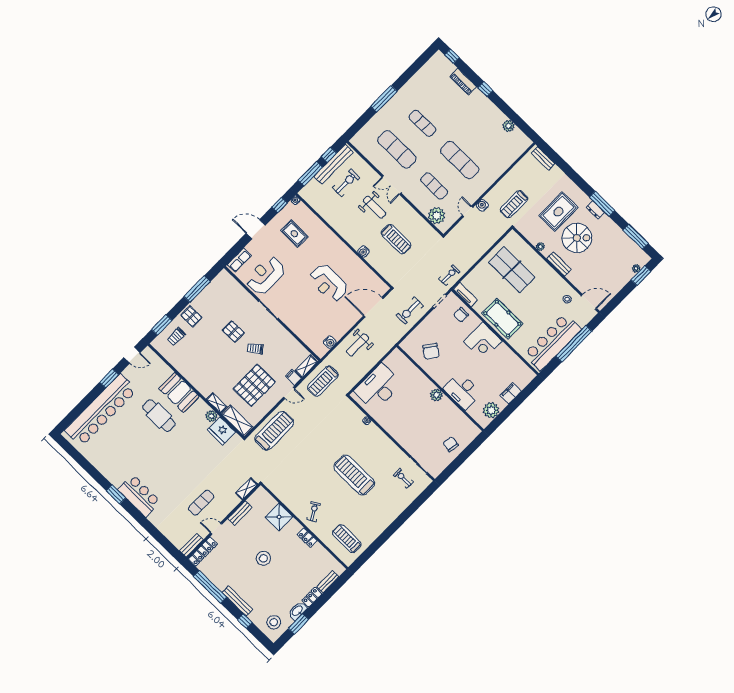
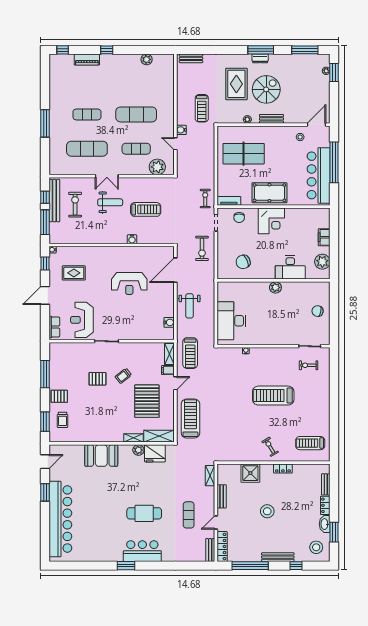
chair: (431, 351) -> (243, 262), turned 119
cafe table: (159, 416) -> (144, 513), moved

